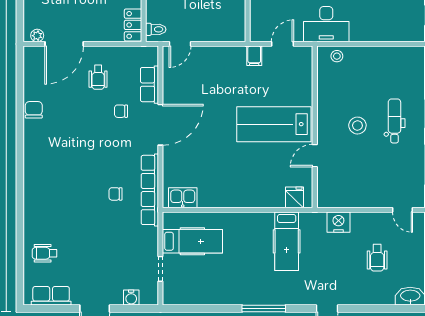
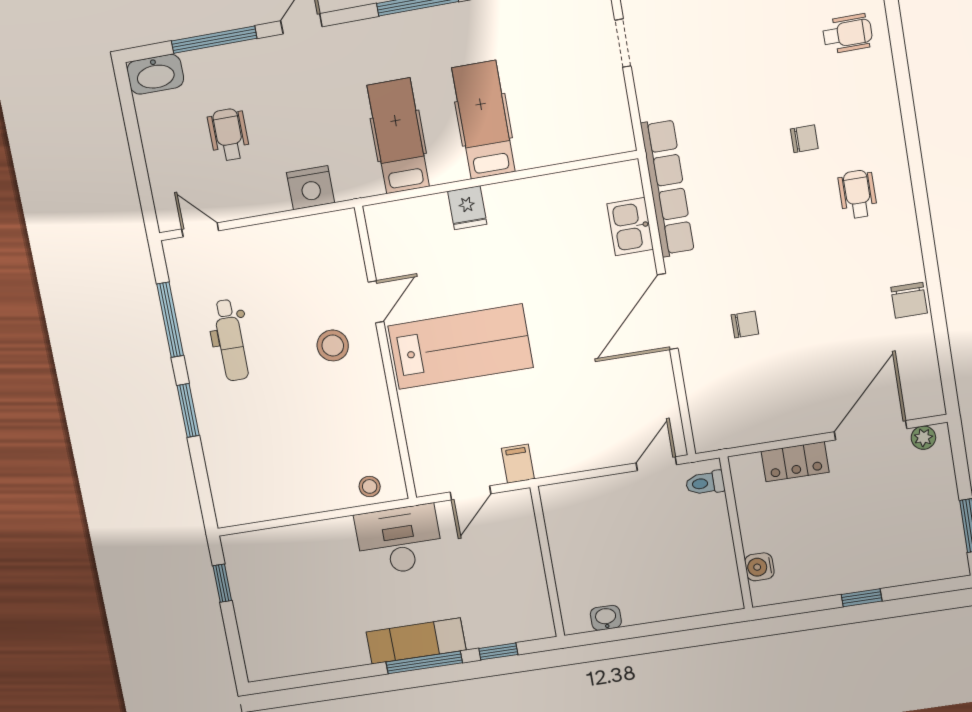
locker: (133, 25) -> (795, 462), moved, turned 90
wheelchair: (98, 77) -> (858, 194), moved
row of seats: (149, 85) -> (700, 381), removed
dental chair: (394, 121) -> (231, 340), moved
stool: (357, 126) -> (333, 346), moved
chair: (115, 194) -> (804, 139), moved
fridge: (294, 197) -> (467, 208), moved
kitchen sink: (183, 198) -> (630, 227), moved, turned 90
hospital bed: (192, 241) -> (483, 120), moved, turned 90
window: (375, 309) -> (214, 40), added

